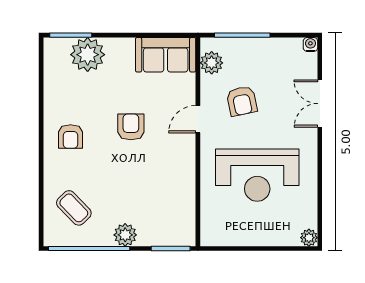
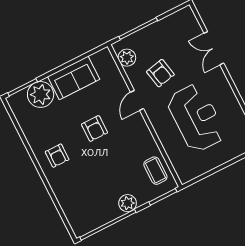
water cooler: (310, 45) -> (187, 12), removed
sofa: (166, 55) -> (74, 78), moved
armchair: (131, 127) -> (94, 128), turned 180
reception desk: (257, 175) -> (196, 118), turned -90
coffee table: (74, 208) -> (155, 171), moved, turned 44

